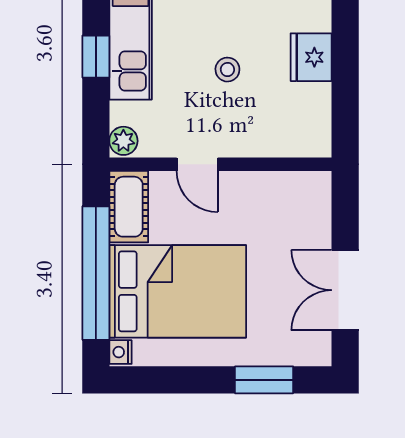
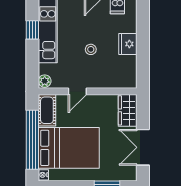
window: (96, 57) -> (32, 30), moved
door: (197, 164) -> (77, 91), hinge flipped
wardrobe: (311, 207) -> (128, 110), added

